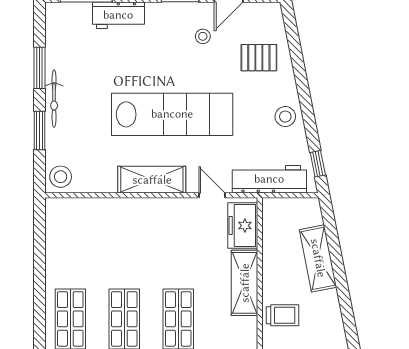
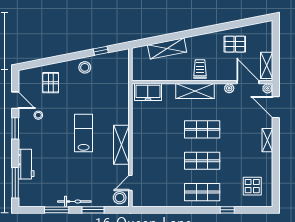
lab bench: (172, 114) -> (84, 133), width x0.54, depth x0.72
window: (318, 164) -> (101, 51), moved
workbench: (269, 179) -> (121, 77), removed
door: (212, 195) -> (130, 183), moved
shelving: (245, 283) -> (195, 91), moved

